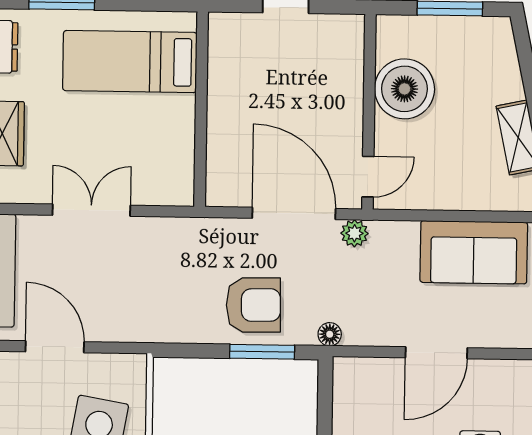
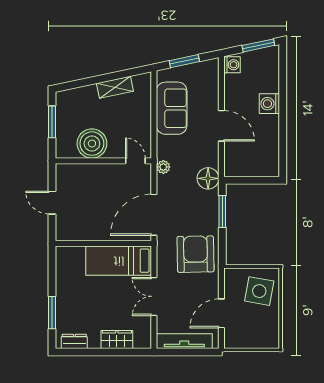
bed: (130, 62) -> (119, 261), moved, turned 90
door: (294, 213) -> (154, 215), moved
armchair: (253, 305) -> (196, 254), moved, width x1.36, depth x1.36
floor lamp: (330, 334) -> (208, 178), width x1.89, depth x1.89

